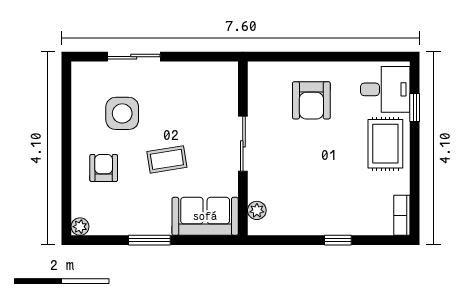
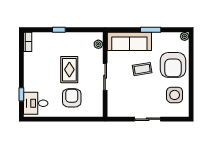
sliding door: (134, 57) -> (148, 119), moved
side table: (122, 113) -> (175, 95), moved
rug: (385, 144) -> (69, 70), moved
armchair: (104, 168) -> (173, 65), width x1.88, depth x1.88
sofa: (205, 216) -> (129, 41), width x1.36

